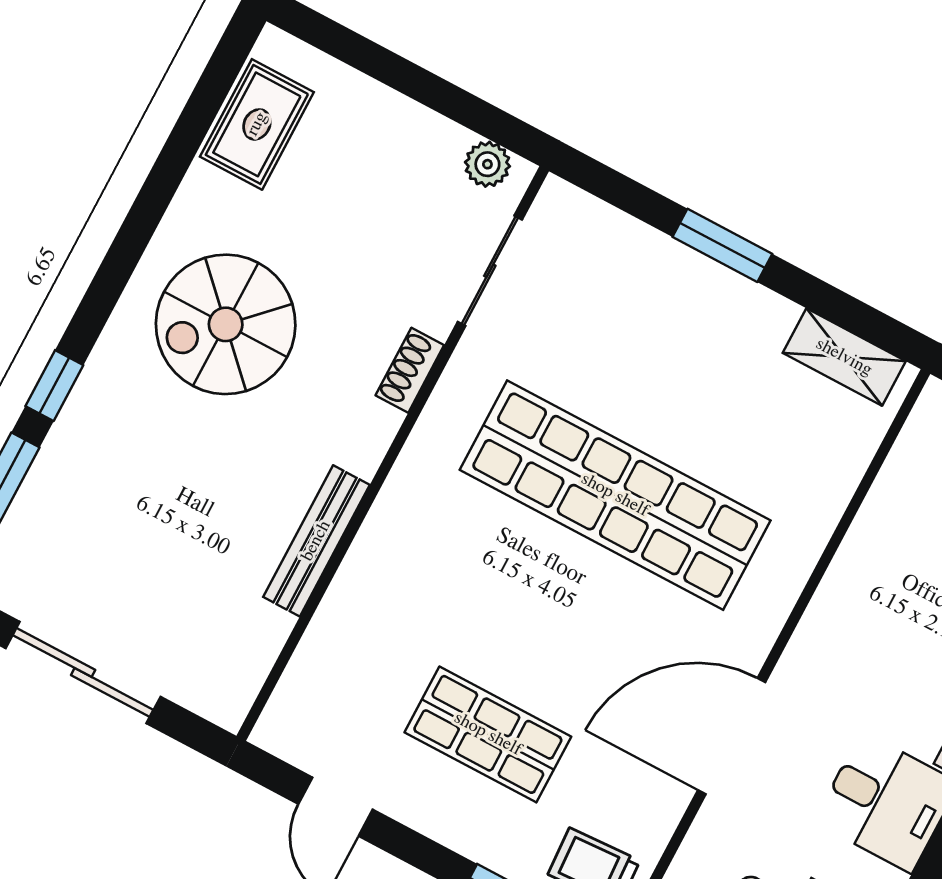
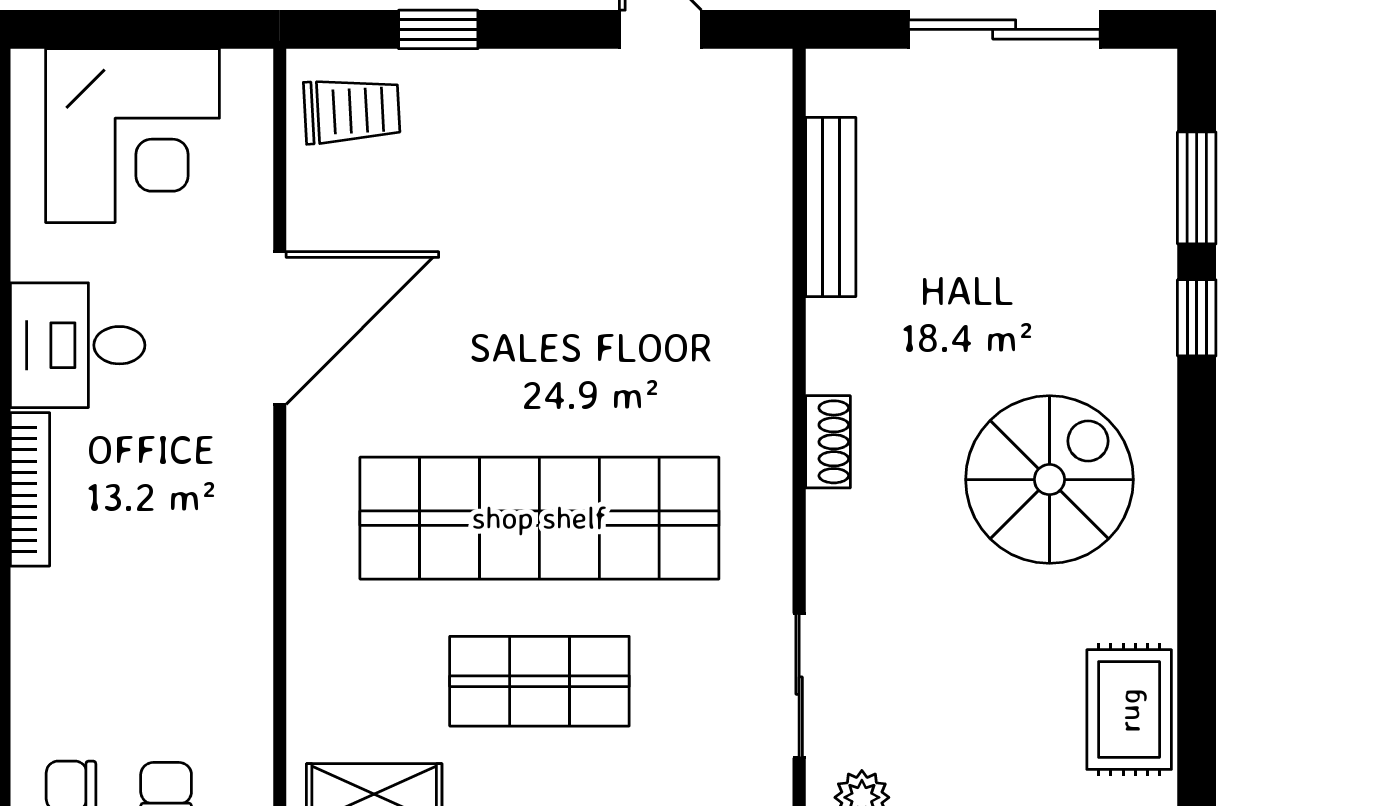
shoe rack: (410, 370) -> (828, 442), moved
bench: (316, 541) -> (831, 207), moved
shop shelf: (488, 734) -> (539, 681), moved

